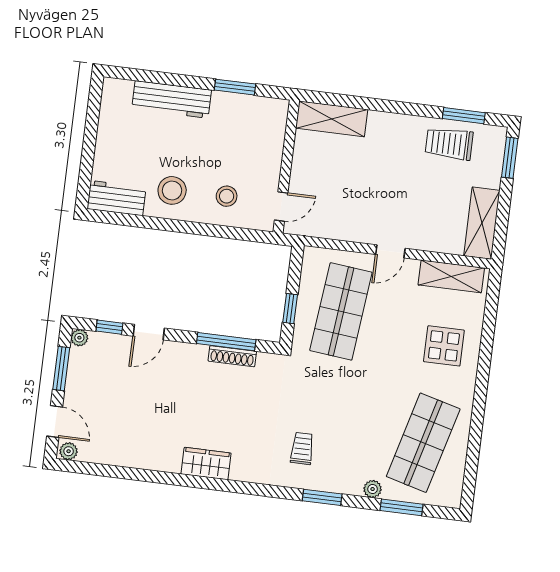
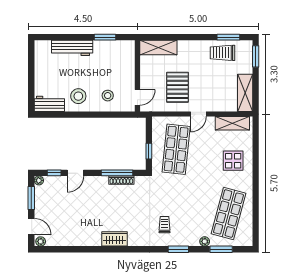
pallet: (358, 197) -> (177, 87), added

